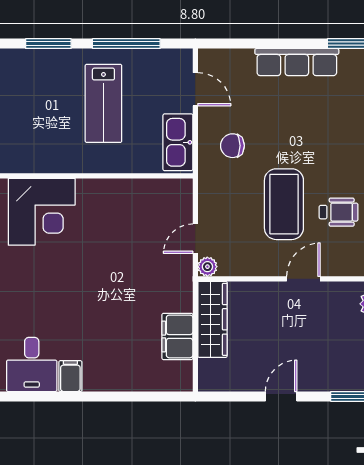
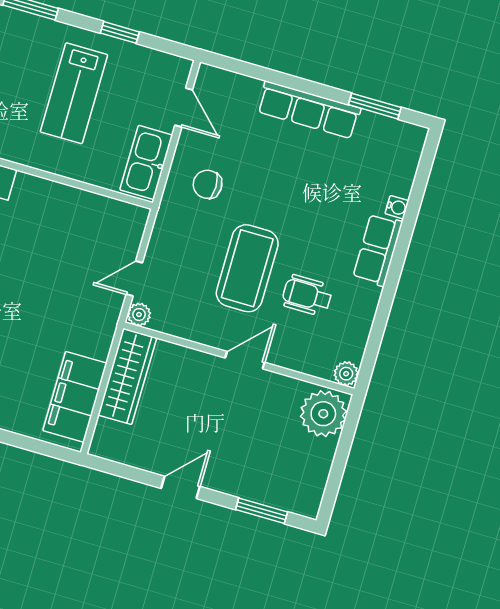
window: (126, 44) -> (120, 32), width x0.46
wheelchair: (339, 212) -> (307, 295), turned 180
filing cabinet: (177, 336) -> (75, 397), width x1.50, depth x1.17

